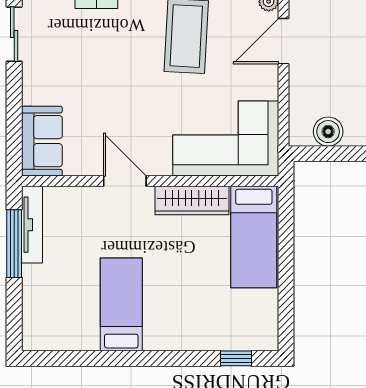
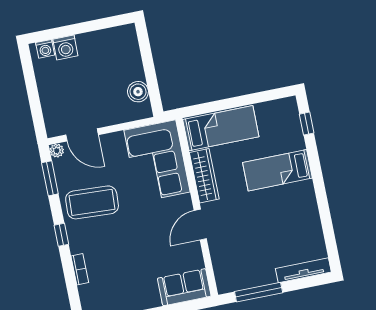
tv unit: (32, 225) -> (303, 270), moved
bed: (121, 304) -> (277, 170), moved

